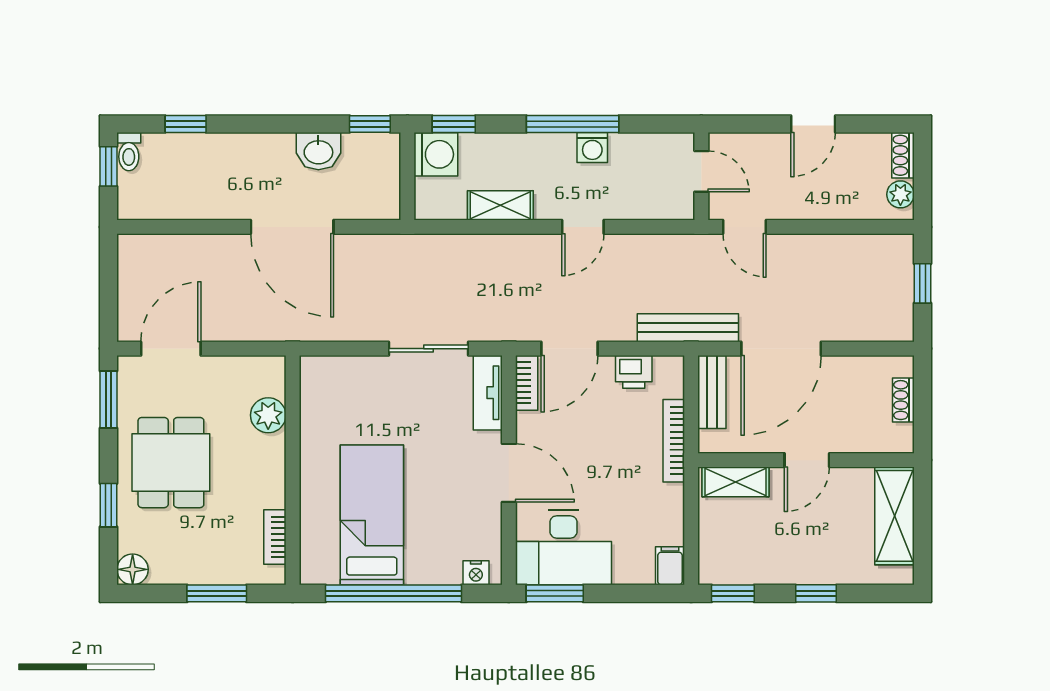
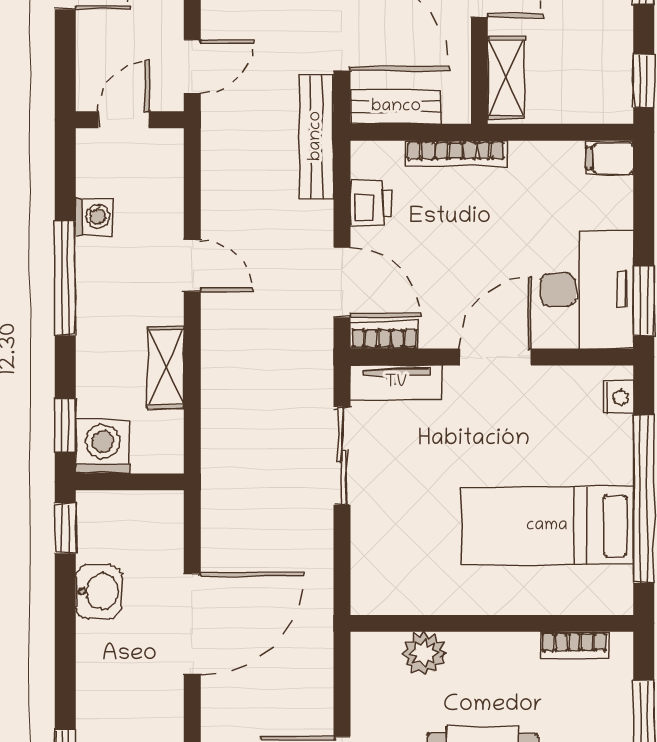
washing machine: (592, 148) -> (94, 216), moved

